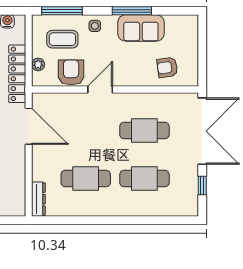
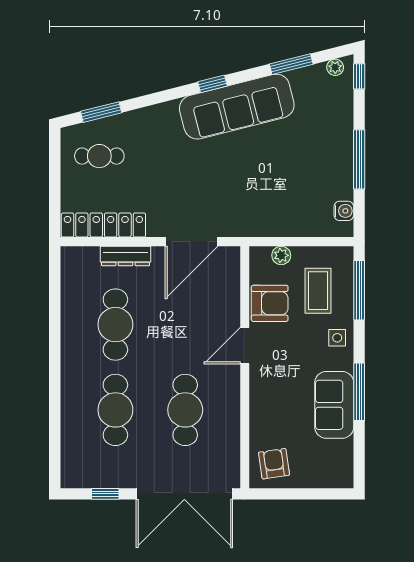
armchair: (167, 67) -> (274, 464), moved
locker: (17, 74) -> (103, 225), moved
door: (100, 90) -> (245, 346), swing flipped
dresser: (38, 199) -> (126, 256), moved

